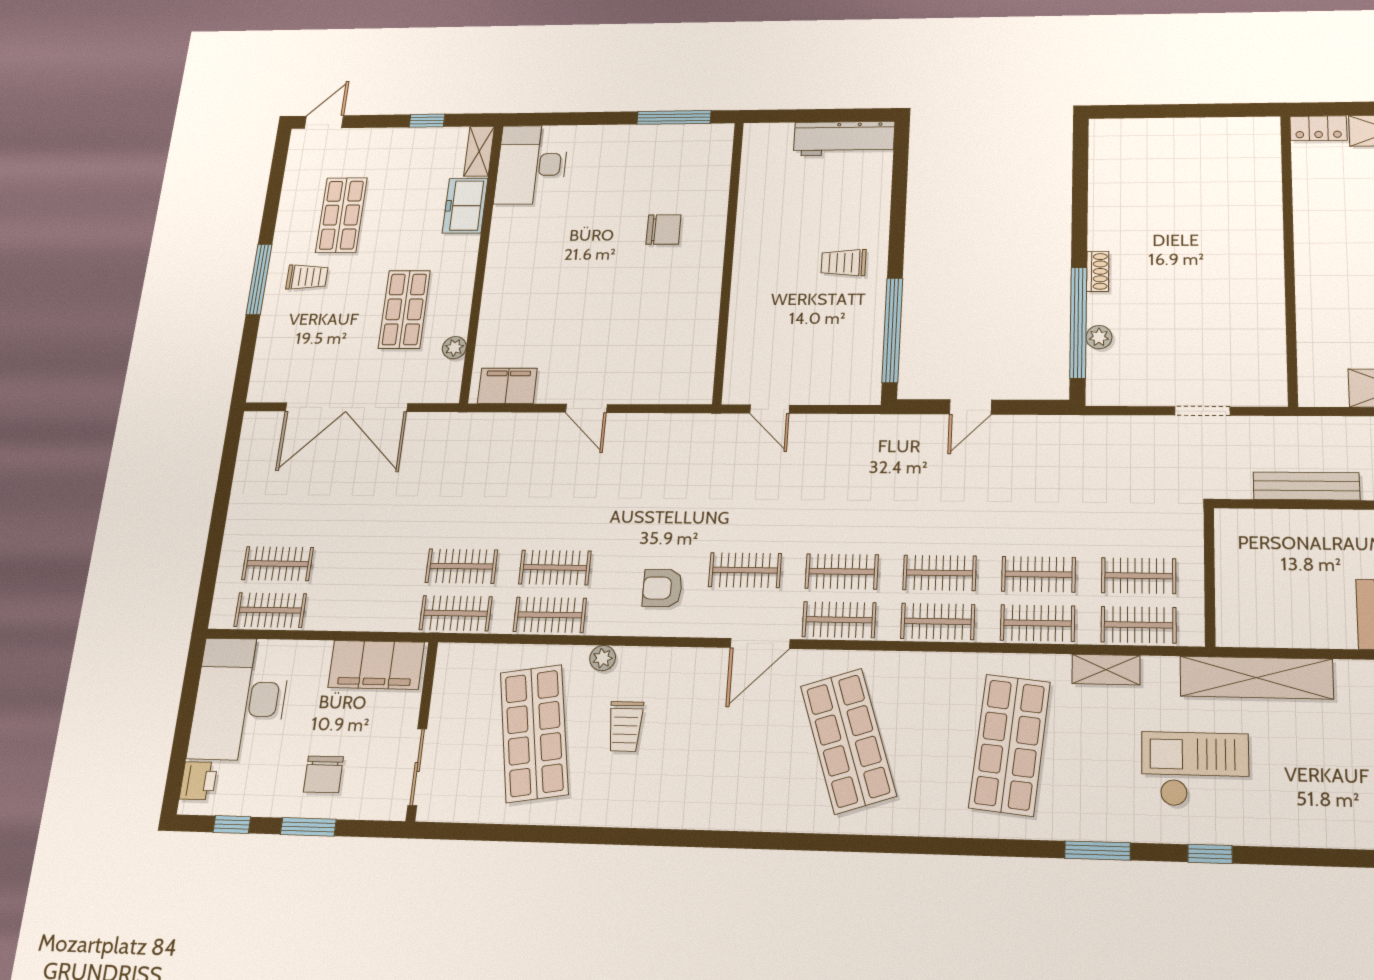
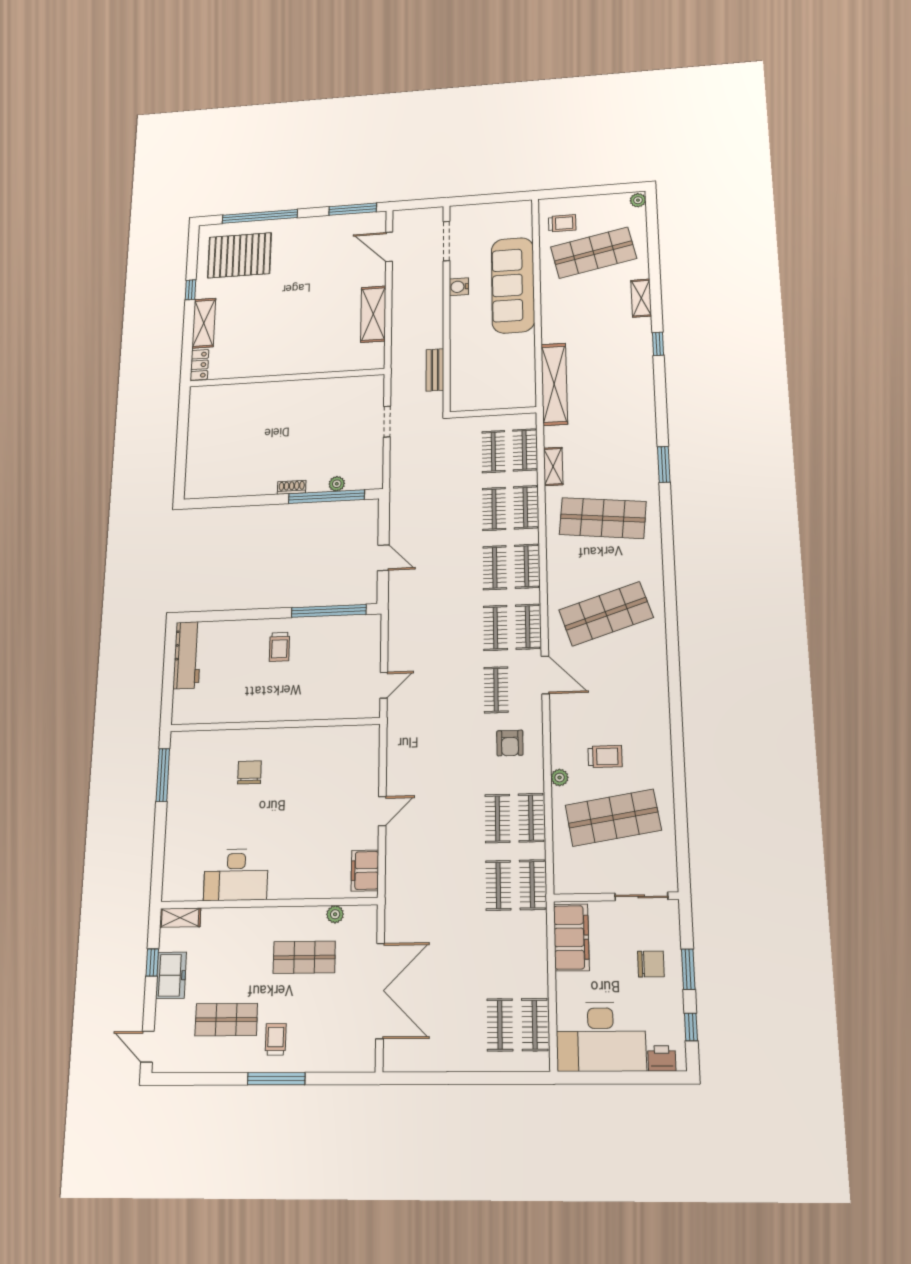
desk: (532, 165) -> (236, 875), moved
freezer: (465, 206) -> (171, 975), moved, turned -90
bench: (1306, 486) -> (435, 370), width x0.73
checkout: (1195, 769) -> (611, 414), removed
window: (1210, 854) -> (658, 344), moved

